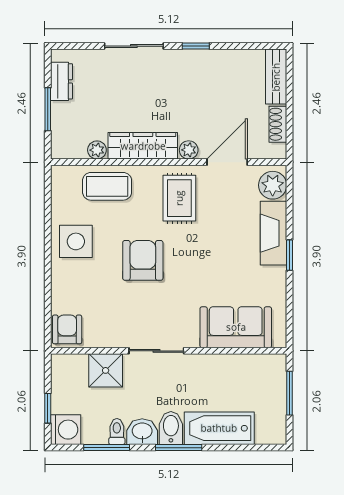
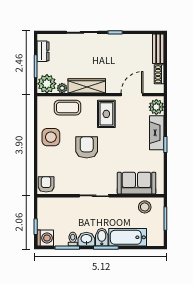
plant: (189, 150) -> (47, 84), moved, width x1.87, depth x1.87
shower: (106, 370) -> (67, 206), removed
stool: (251, 372) -> (145, 207), added

